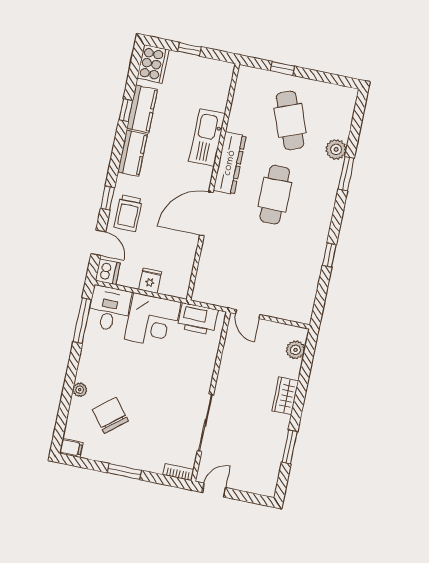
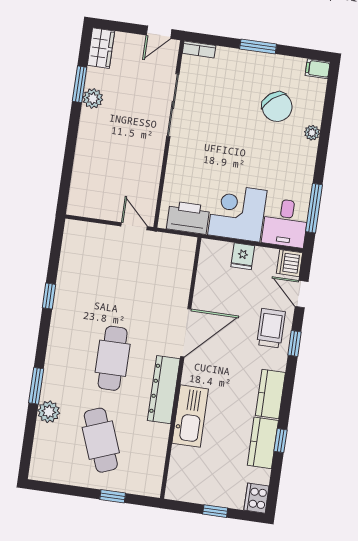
cooker: (153, 64) -> (256, 498), width x0.73, depth x0.76
plant: (295, 350) -> (93, 98), moved
wardrobe: (285, 396) -> (101, 48), moved

